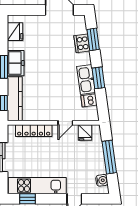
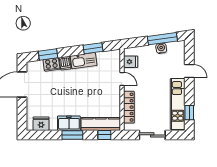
window: (98, 78) -> (93, 48), moved
dishwasher: (89, 100) -> (65, 63), moved
window: (109, 157) -> (162, 39), moved
water cooler: (102, 180) -> (161, 48), moved

